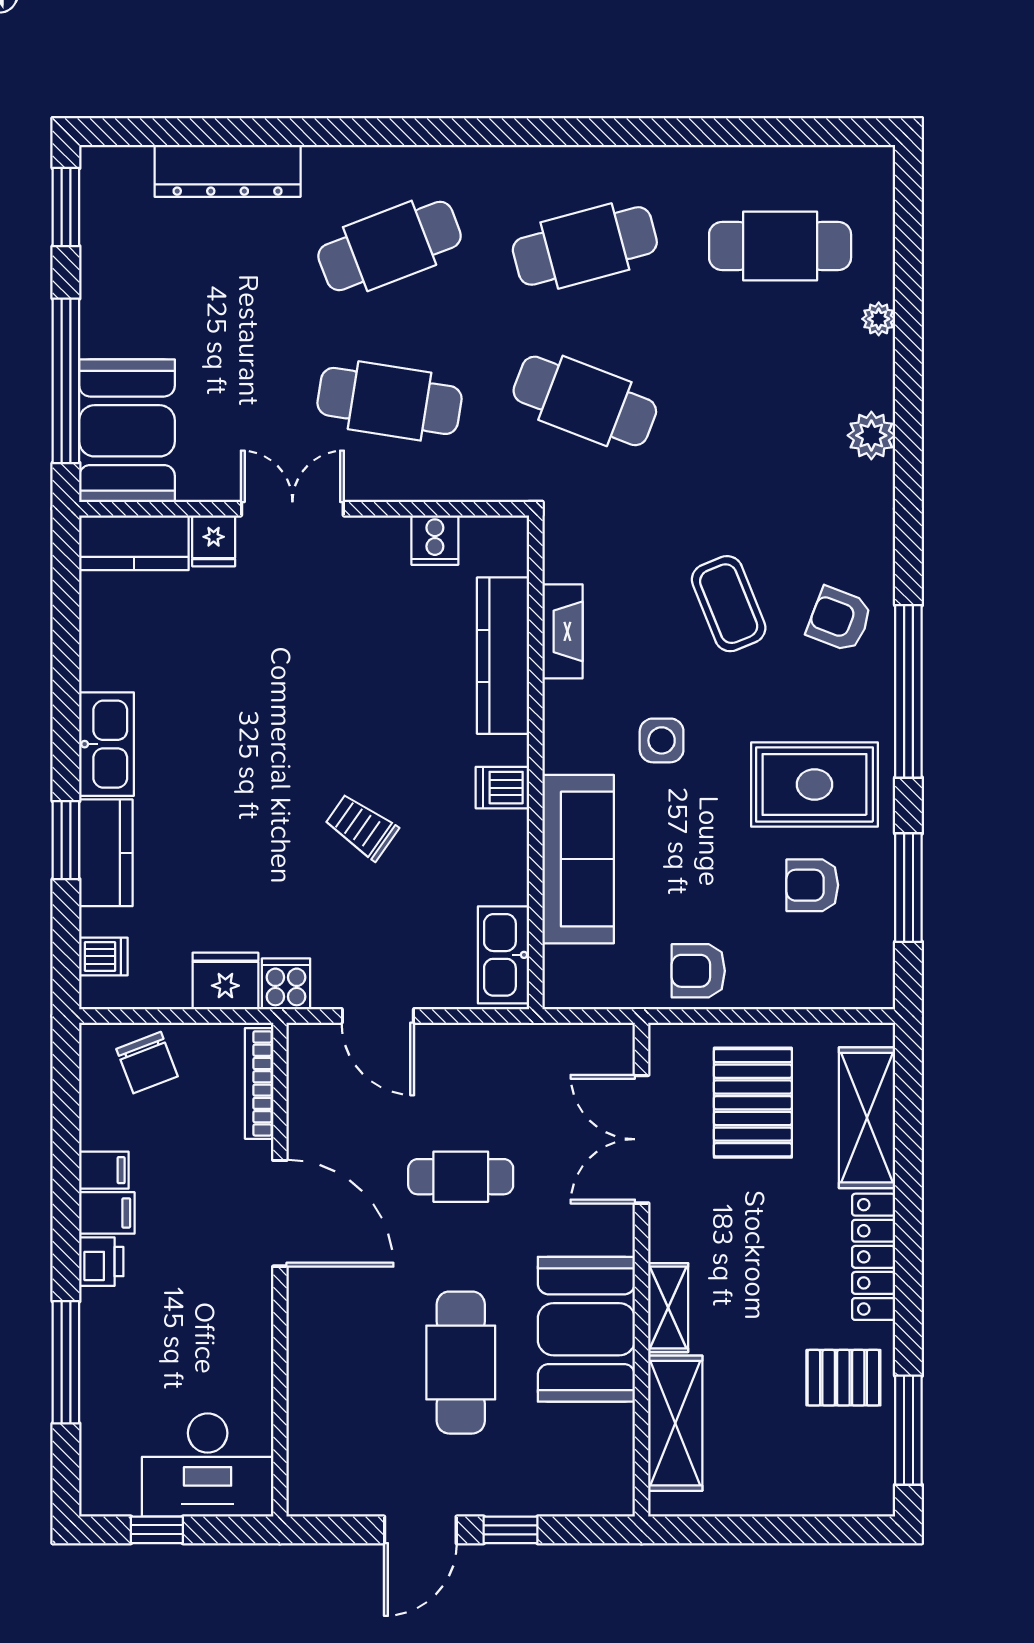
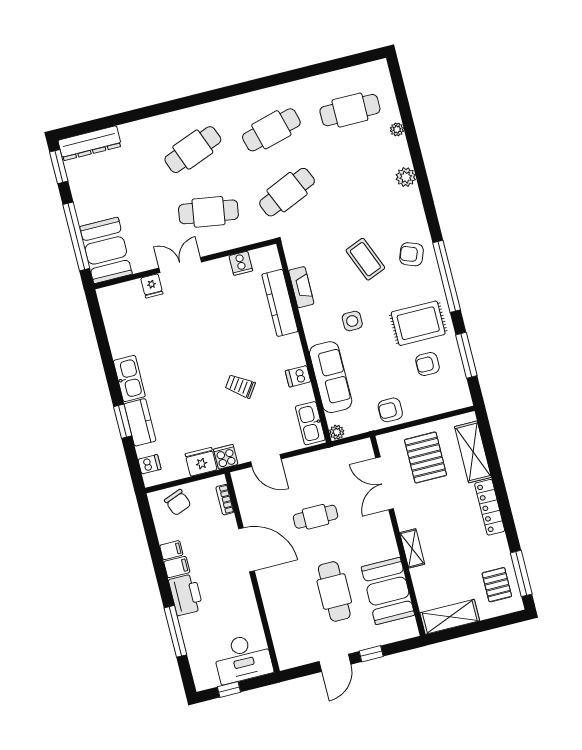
dresser: (228, 171) -> (90, 143), moved
cafe table: (585, 401) -> (287, 192), turned -45
kitchen counter: (134, 543) -> (120, 295), removed
dishwasher: (502, 788) -> (298, 376), moved
plant: (560, 991) -> (337, 432), added
bookcase: (259, 1083) -> (225, 500), width x0.64
printer: (101, 1262) -> (186, 595), width x1.87, depth x1.48
booth: (586, 1329) -> (388, 591), moved
pallet: (843, 1378) -> (497, 585), moved, turned 90
shelving: (675, 1423) -> (450, 617), moved, turned 90

